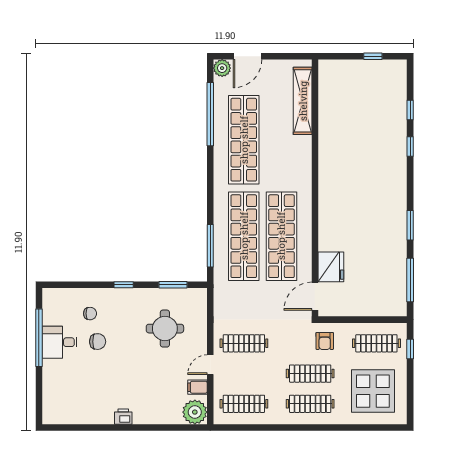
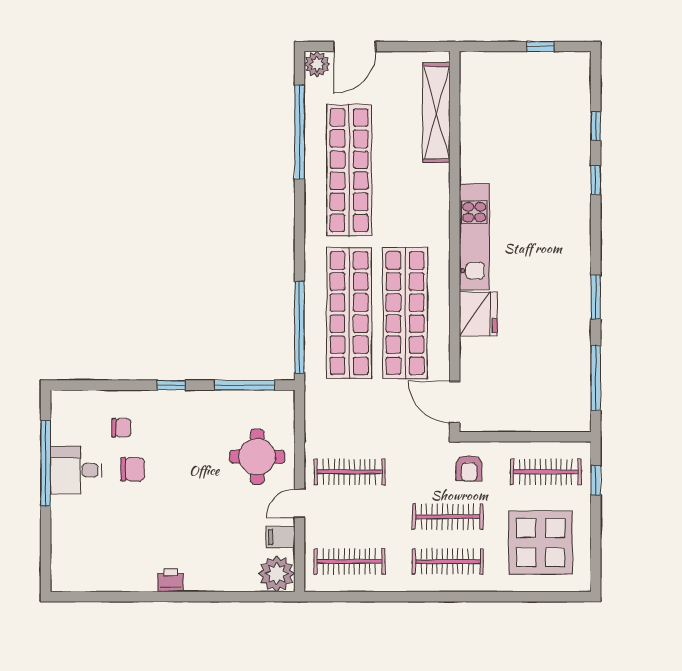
kitchen unit: (328, 185) -> (474, 237), added
window: (210, 246) -> (299, 327), width x1.46
fridge: (331, 267) -> (478, 314), moved
window: (173, 285) -> (244, 385), width x1.44
door: (315, 296) -> (455, 402), hinge flipped
round table: (165, 329) -> (257, 457), moved

